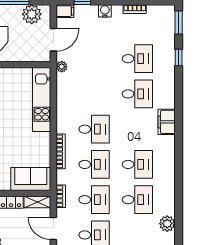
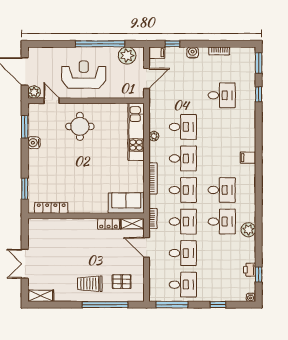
plant: (62, 67) -> (154, 136), moved
desk: (137, 94) -> (183, 127), moved
filing cabinet: (167, 122) -> (248, 158), width x0.50
plant: (167, 224) -> (248, 230), moved

